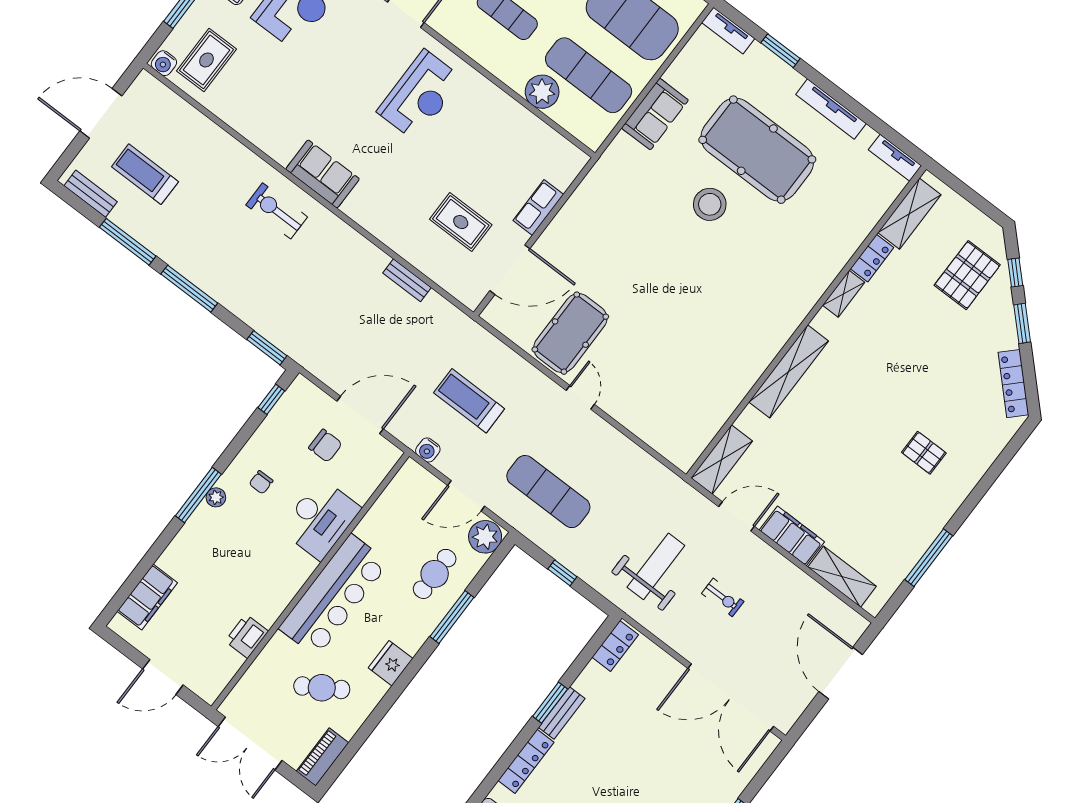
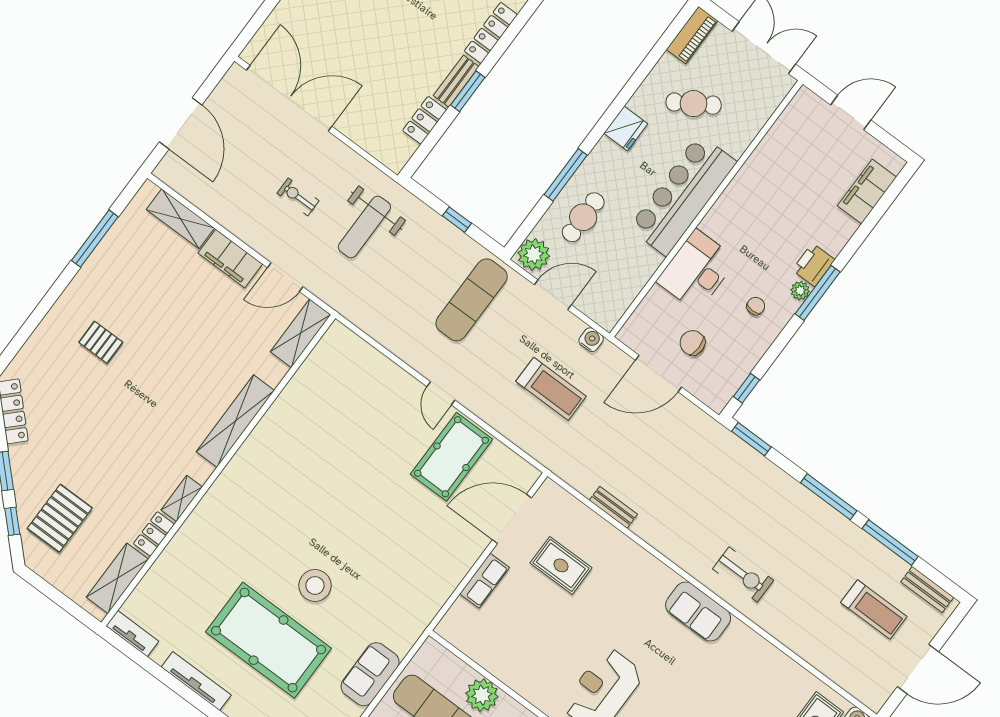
exercise mat: (548, 492) -> (472, 300), turned 90
printer: (247, 636) -> (814, 265), moved, turned 180
locker: (615, 646) -> (425, 120), moved

